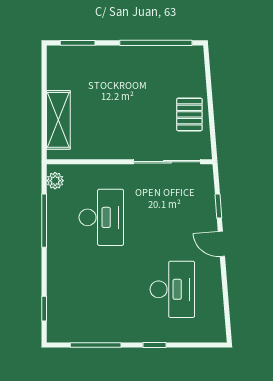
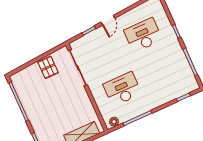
pallet: (189, 114) -> (48, 67), turned 90

